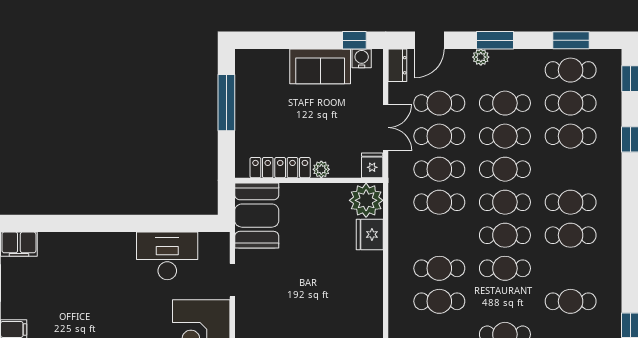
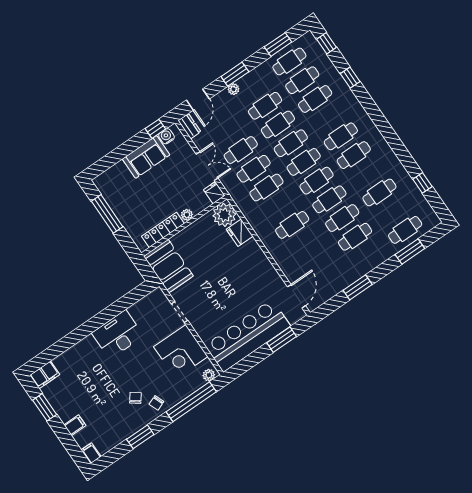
cafe table: (439, 103) -> (228, 131), removed
desk: (167, 256) -> (118, 334), moved
cafe table: (439, 301) -> (342, 218), moved

